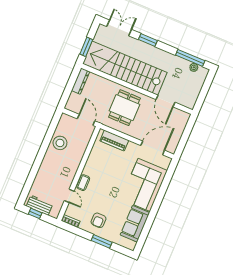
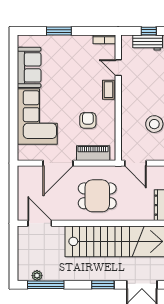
door: (166, 101) -> (40, 223), moved
dining table: (124, 108) -> (97, 196), turned 90
door: (153, 148) -> (58, 163), moved
armchair: (98, 220) -> (88, 120), moved

